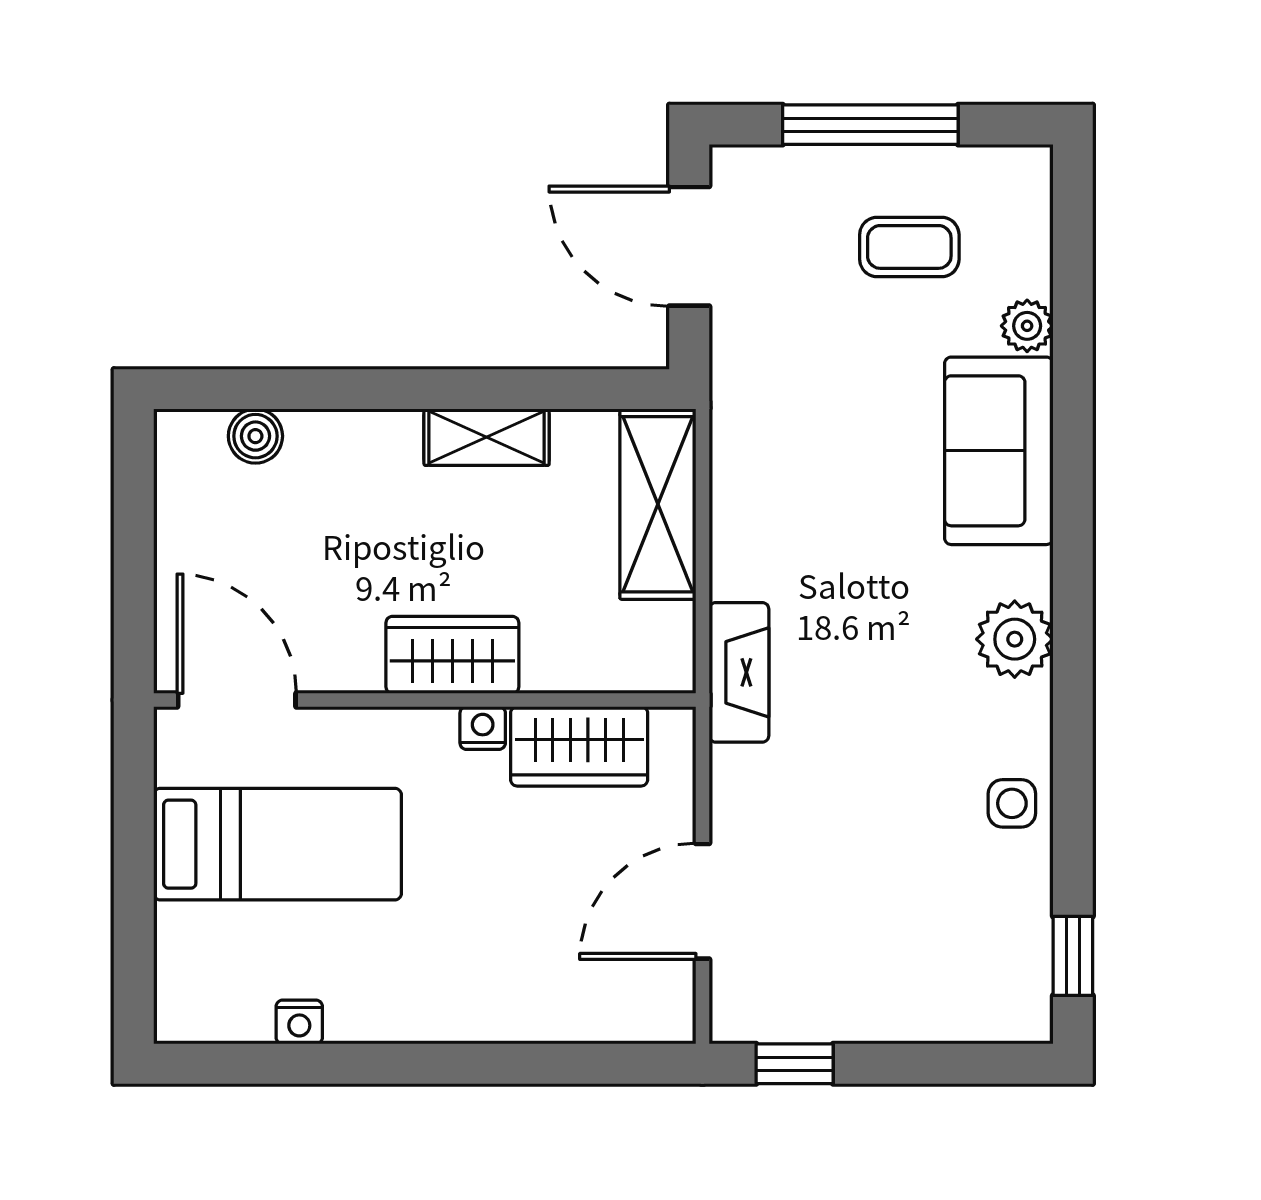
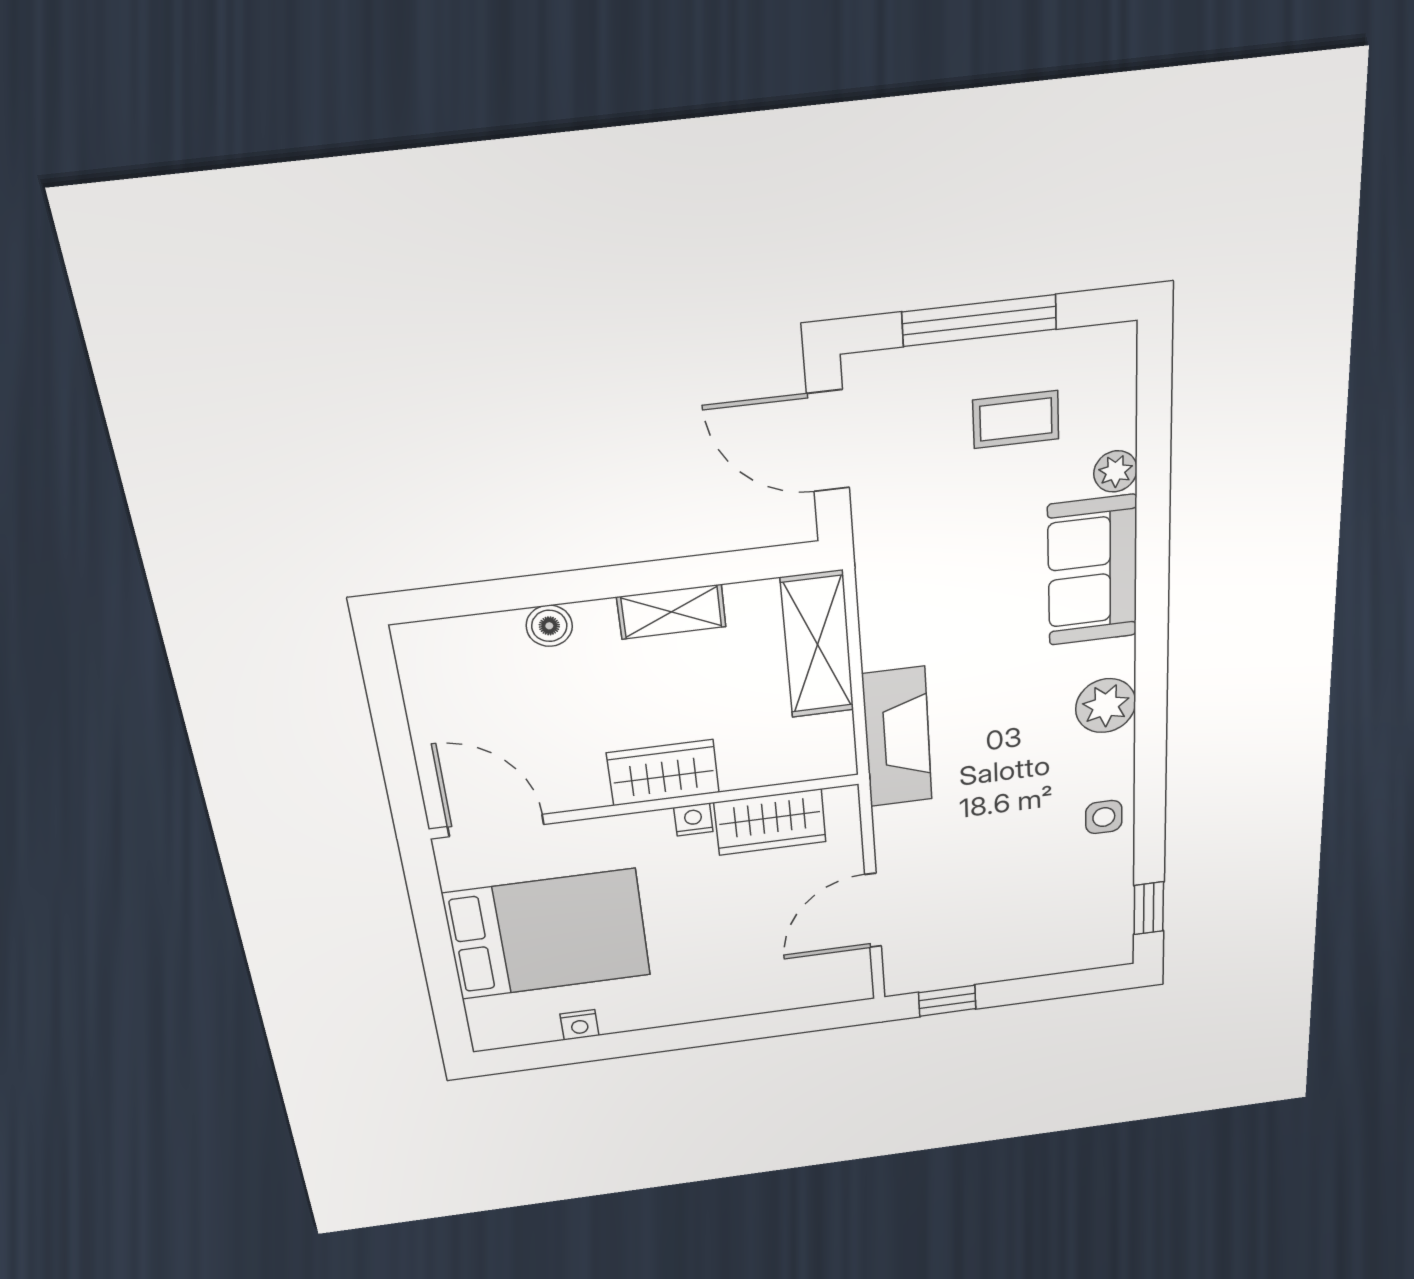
boiler: (255, 436) -> (549, 626), moved
fireplace: (739, 672) -> (897, 737), width x1.37, depth x1.32
bed: (278, 844) -> (547, 934), width x1.50

